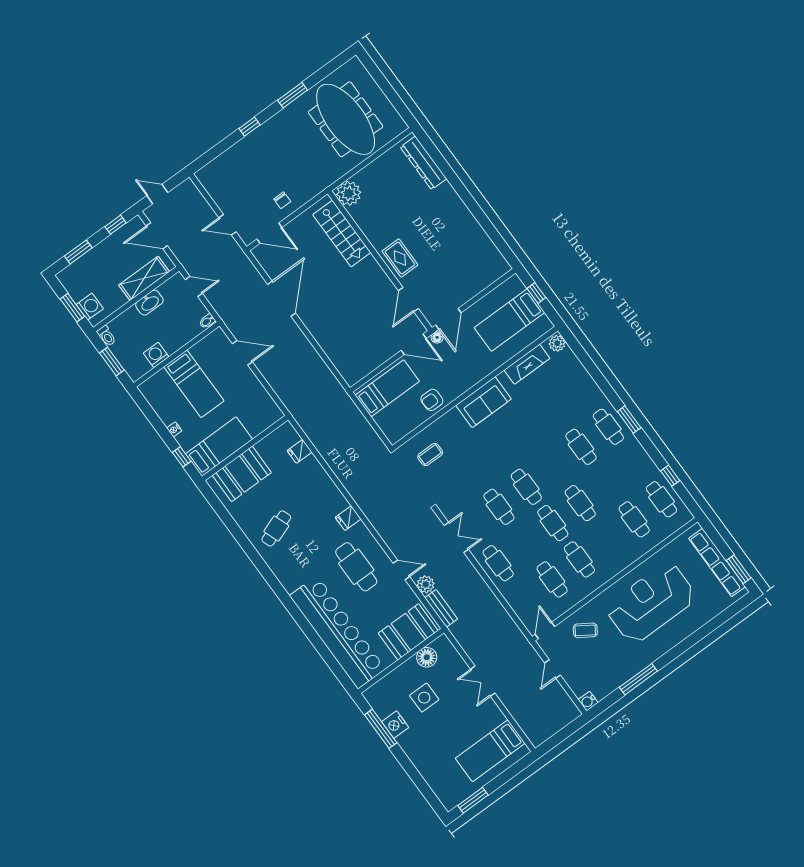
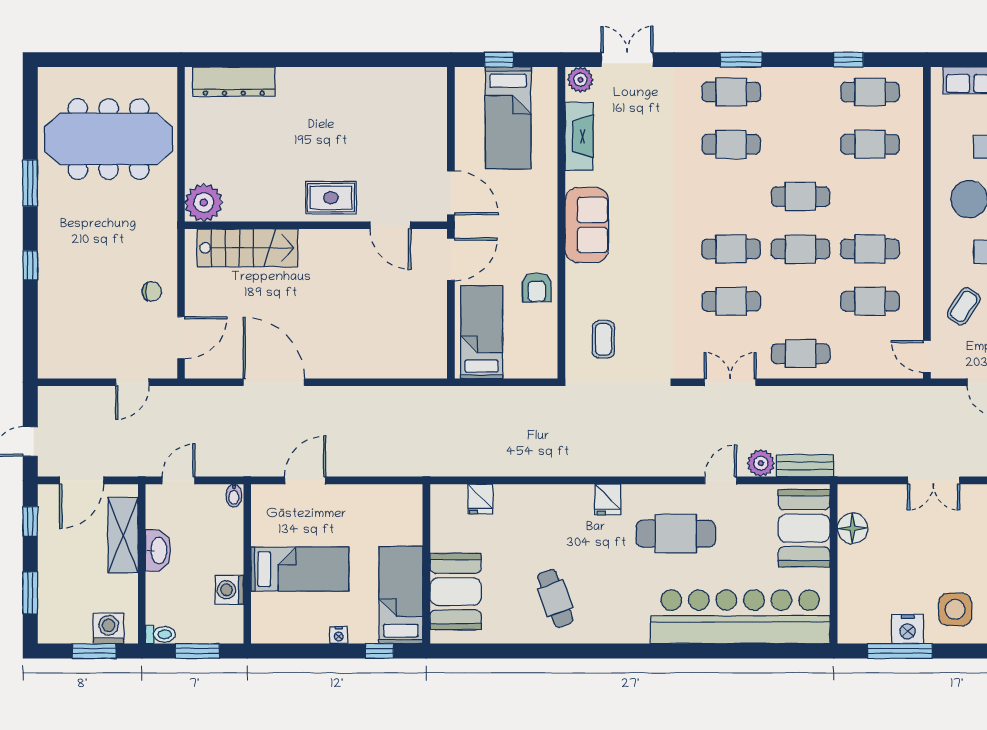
floor lamp: (437, 337) -> (464, 224), removed
double door: (585, 360) -> (627, 60), added
side table: (424, 698) -> (955, 609), moved

